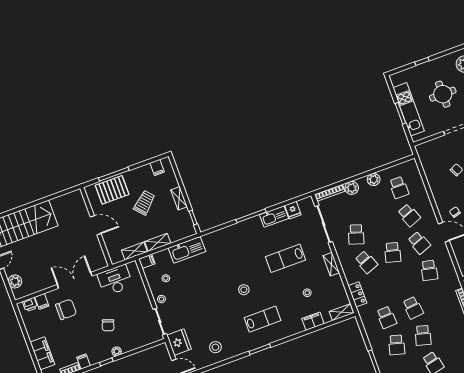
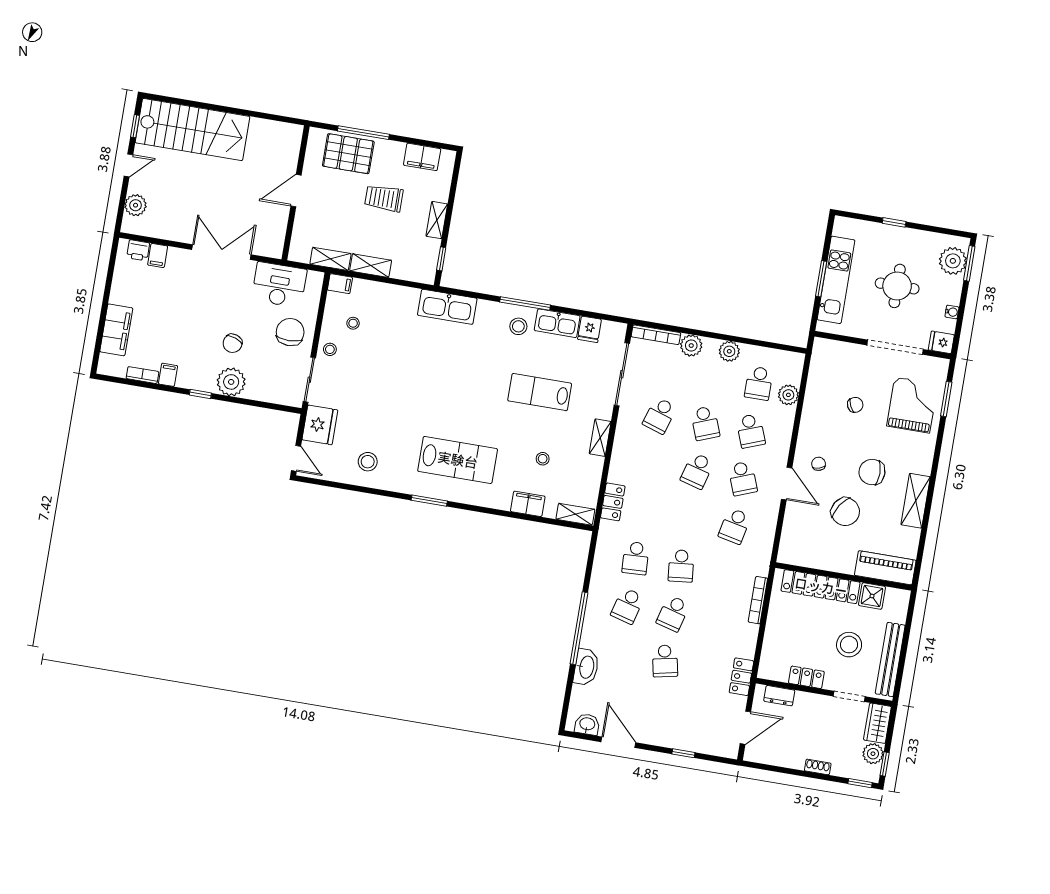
filing cabinet: (157, 168) -> (422, 157), width x2.00
plant: (418, 185) -> (788, 395), added
trolley: (144, 203) -> (384, 198), turned -138
door: (96, 225) -> (296, 191), swing flipped
kitchen sink: (187, 250) -> (447, 307), moved
school desk: (366, 262) -> (705, 423), moved
stool: (244, 290) -> (518, 326), moved
chair: (66, 309) -> (290, 332), moved, turned -90
lab bench: (263, 319) -> (458, 460), width x1.36, depth x1.39
plant: (117, 351) -> (231, 382), width x1.88, depth x1.88

